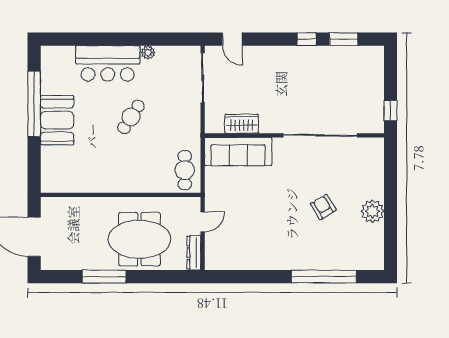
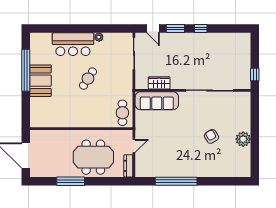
window: (344, 39) -> (175, 29), moved
window: (324, 277) -> (176, 181), moved

